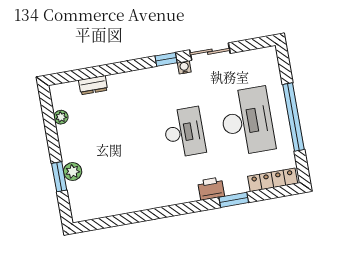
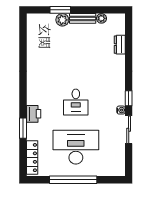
desk: (247, 121) -> (76, 147), turned 180
desk: (184, 132) -> (76, 102), width x0.73
bench: (66, 143) -> (83, 18), added

